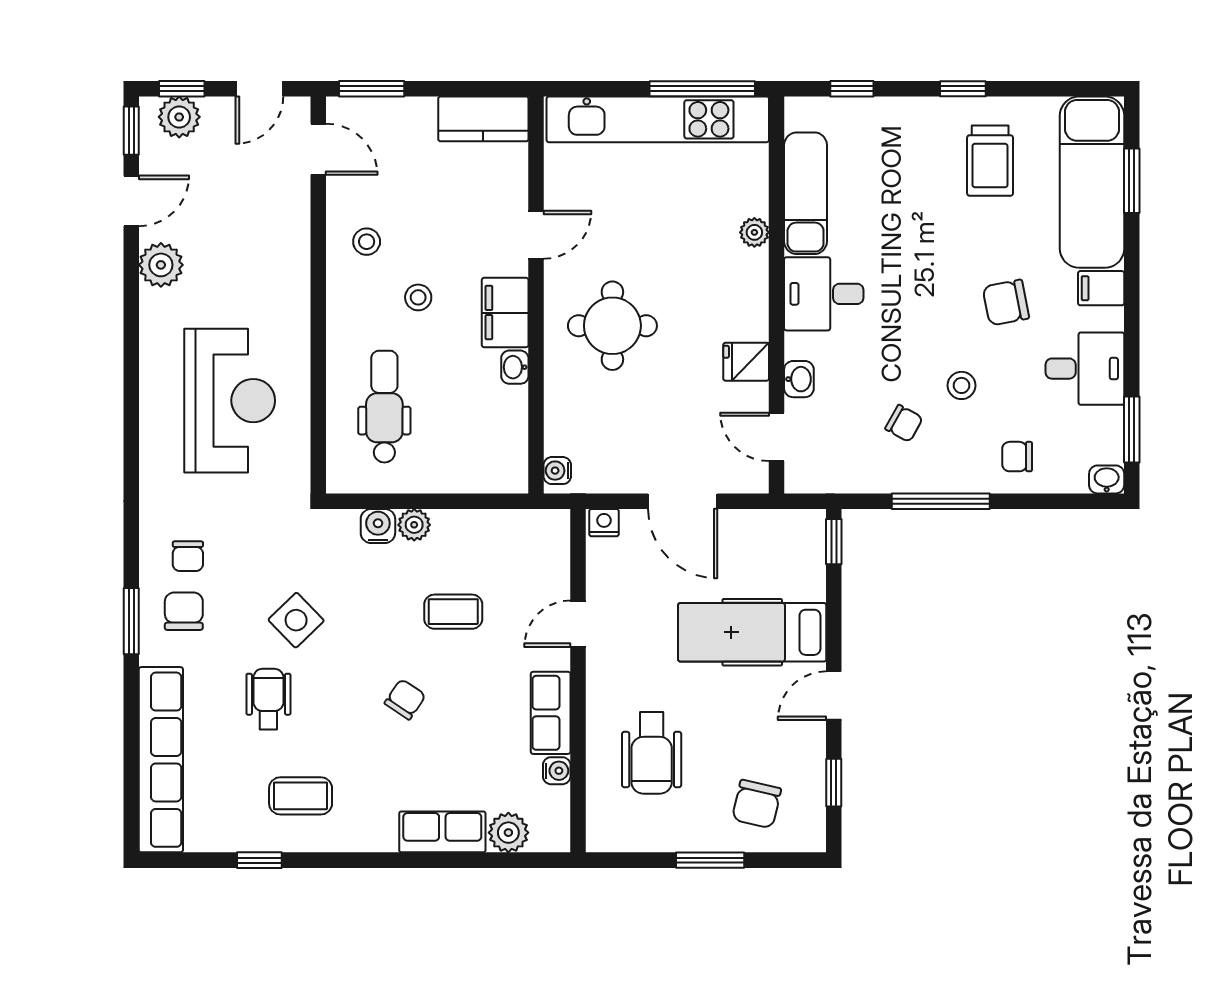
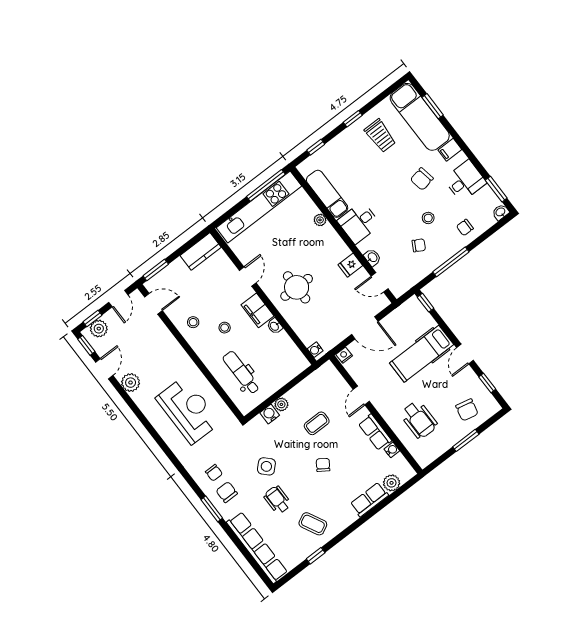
coffee table: (301, 796) -> (313, 524), turned 63

